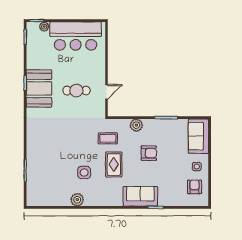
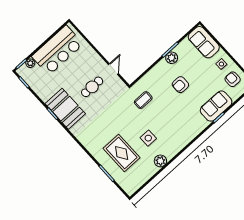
plant: (136, 125) -> (172, 58), moved
armchair: (149, 153) -> (180, 85), turned 180
rug: (114, 164) -> (122, 153), moved, width x1.36, depth x1.43
sofa: (140, 196) -> (216, 106), moved

